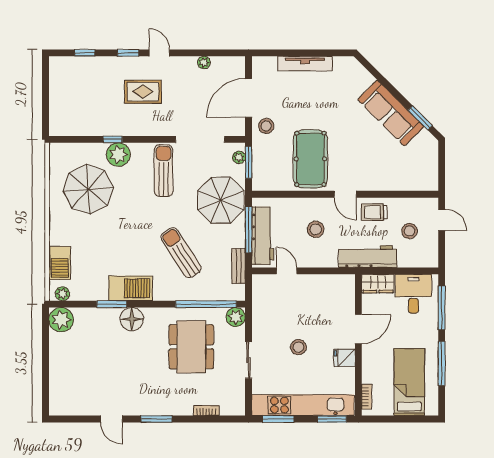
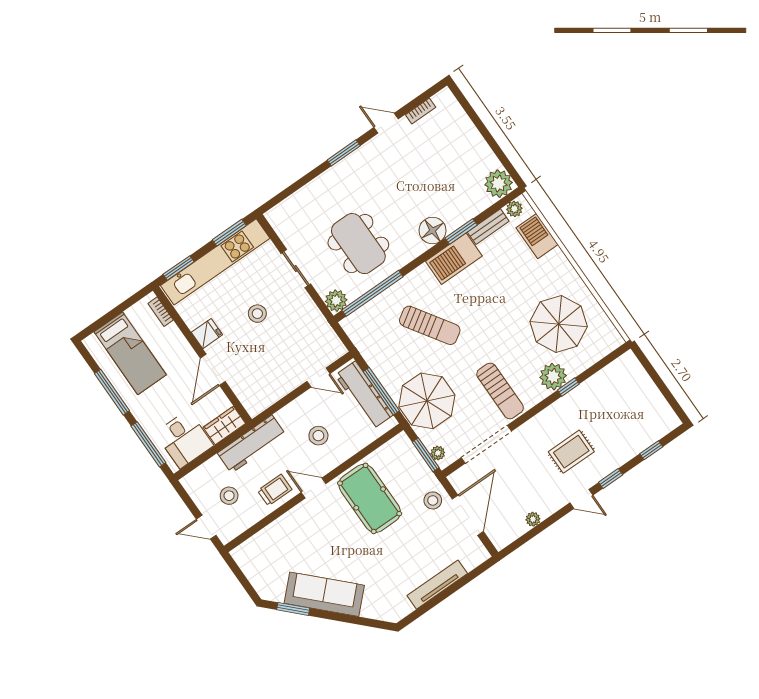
bench: (238, 266) -> (488, 227), moved, turned 90
bookcase: (206, 411) -> (421, 111), moved

